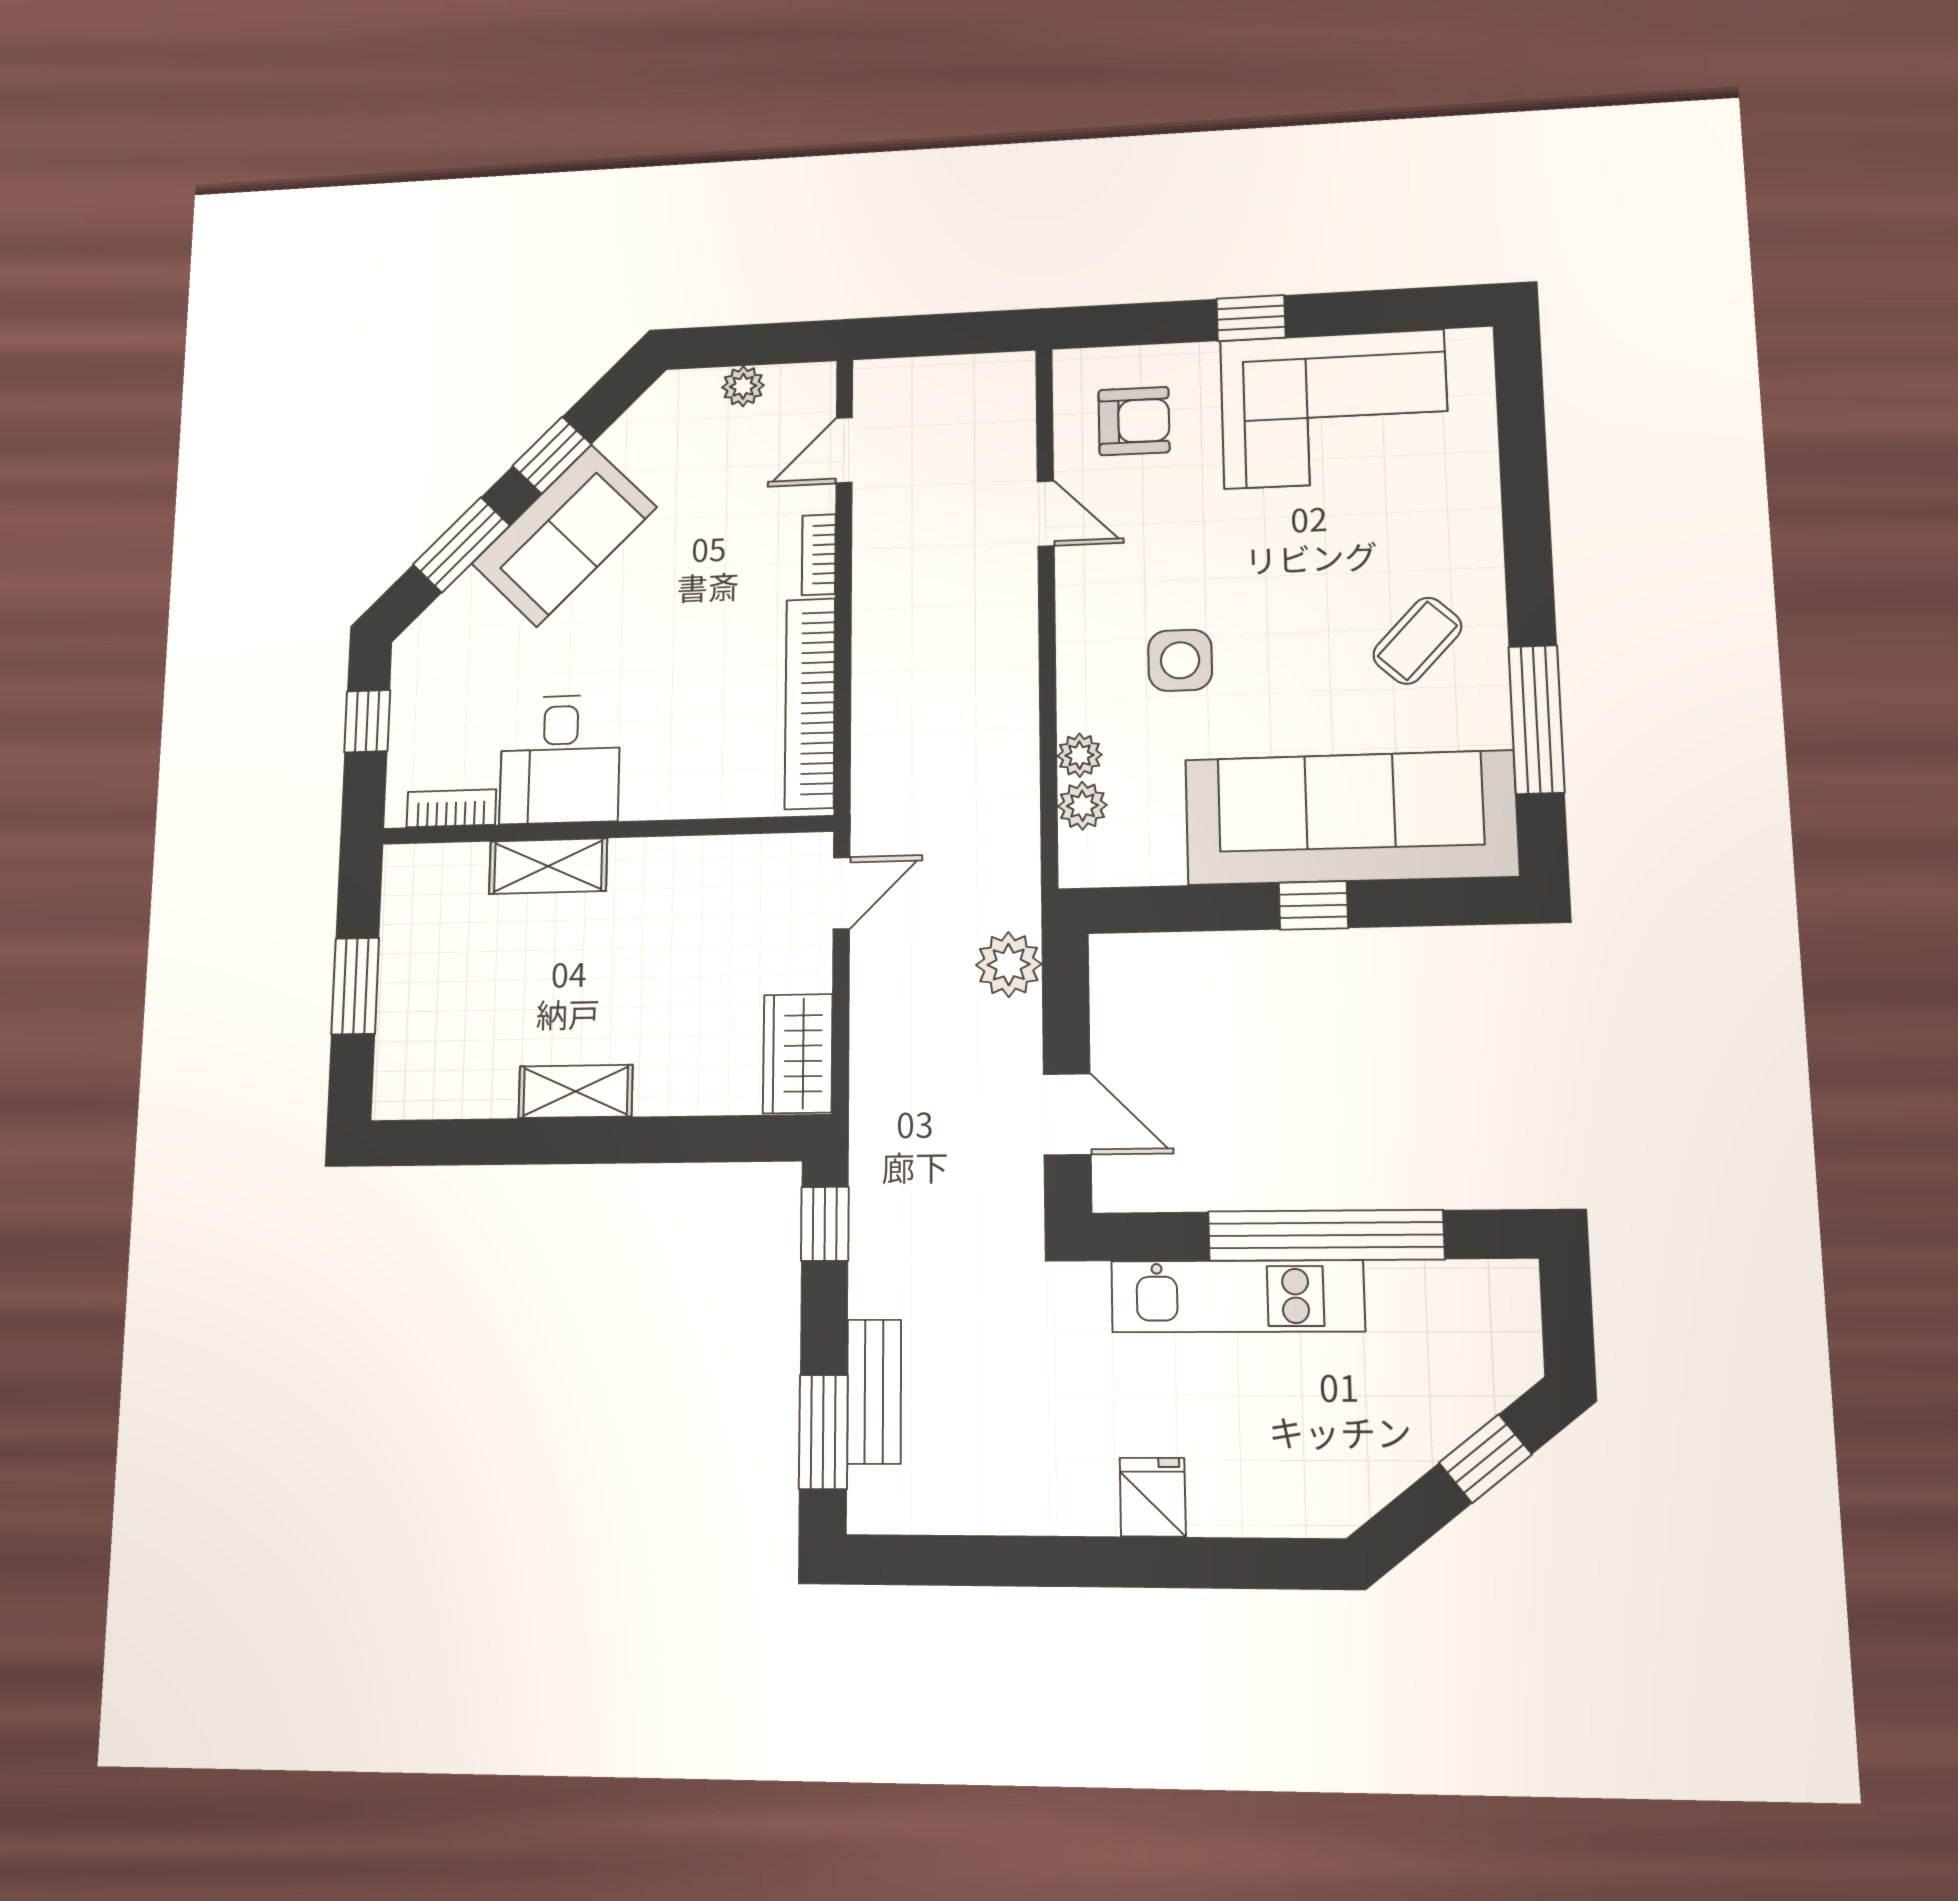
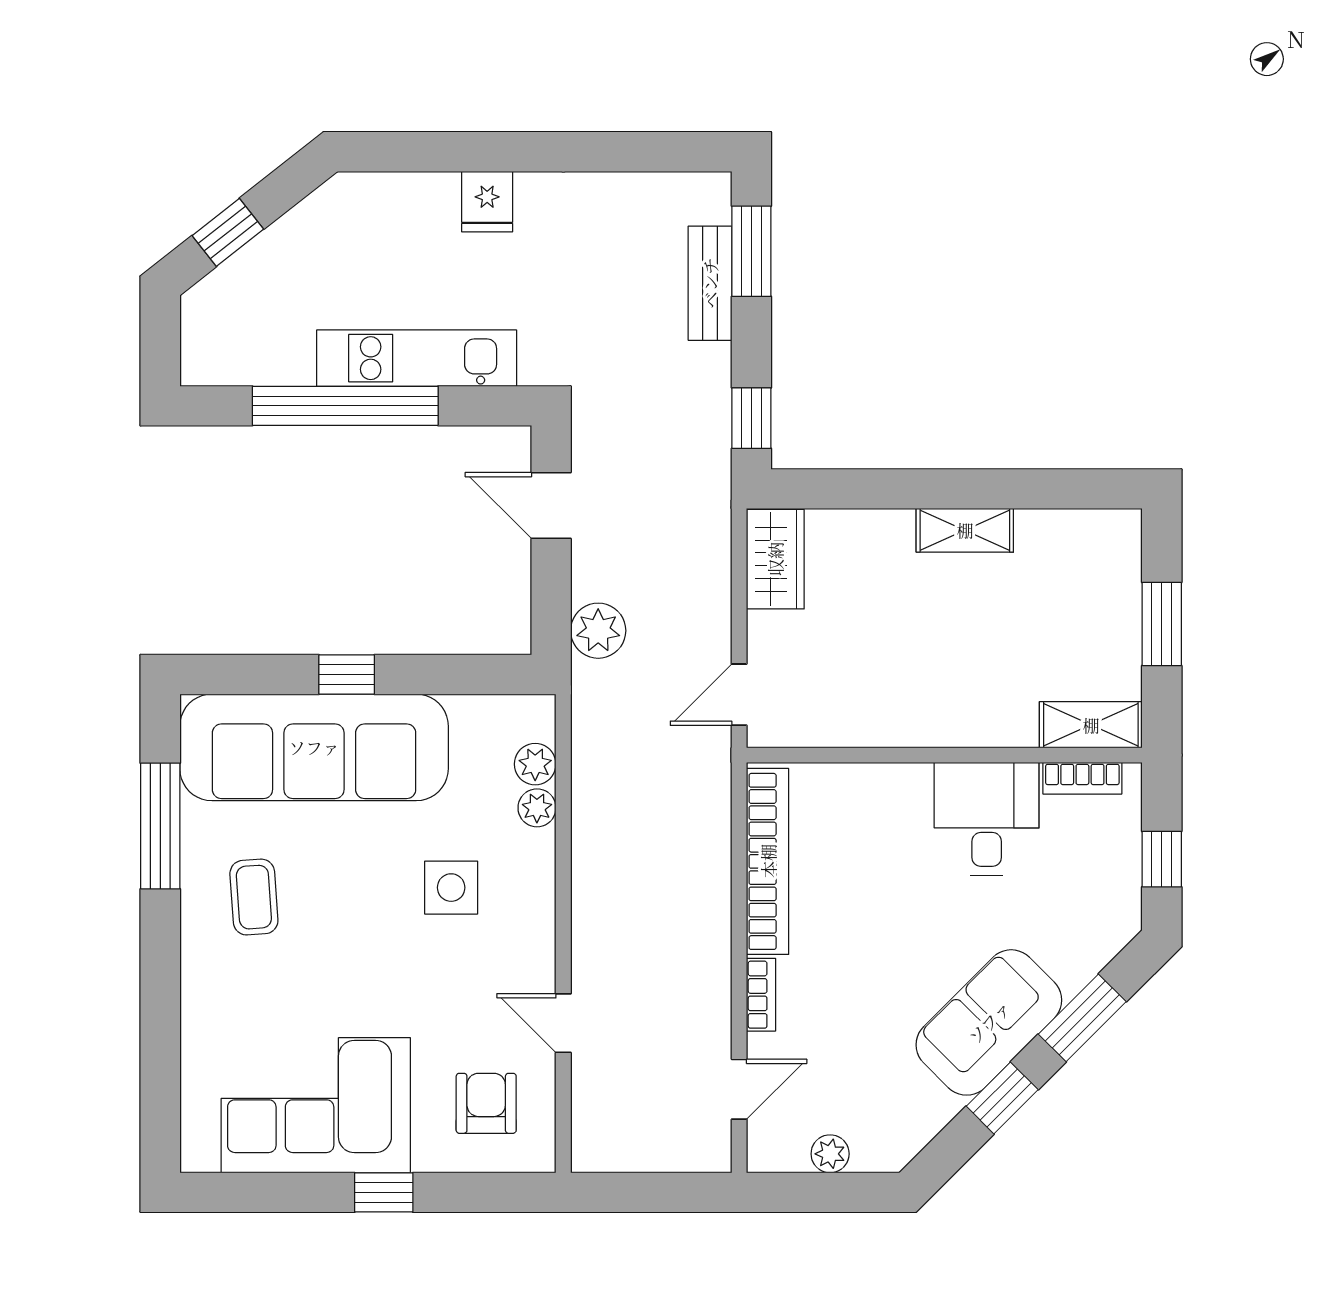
armchair: (1134, 421) -> (486, 1103), turned 90
coffee table: (1417, 641) -> (254, 897), turned -47
shelving: (548, 866) -> (1091, 725), moved

